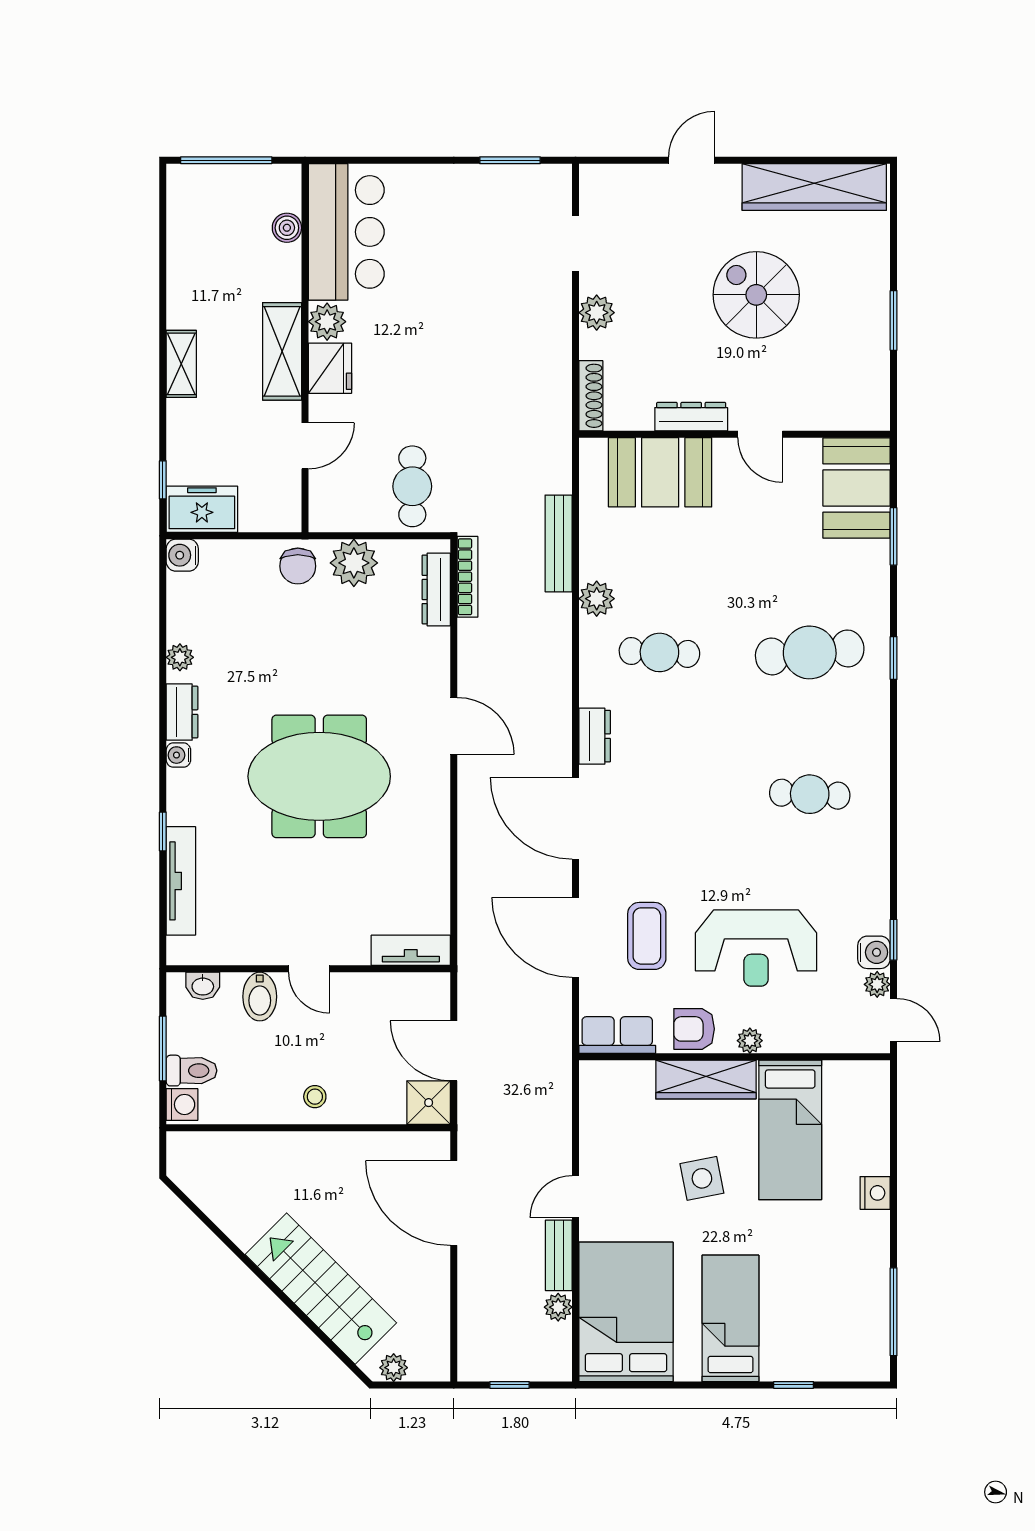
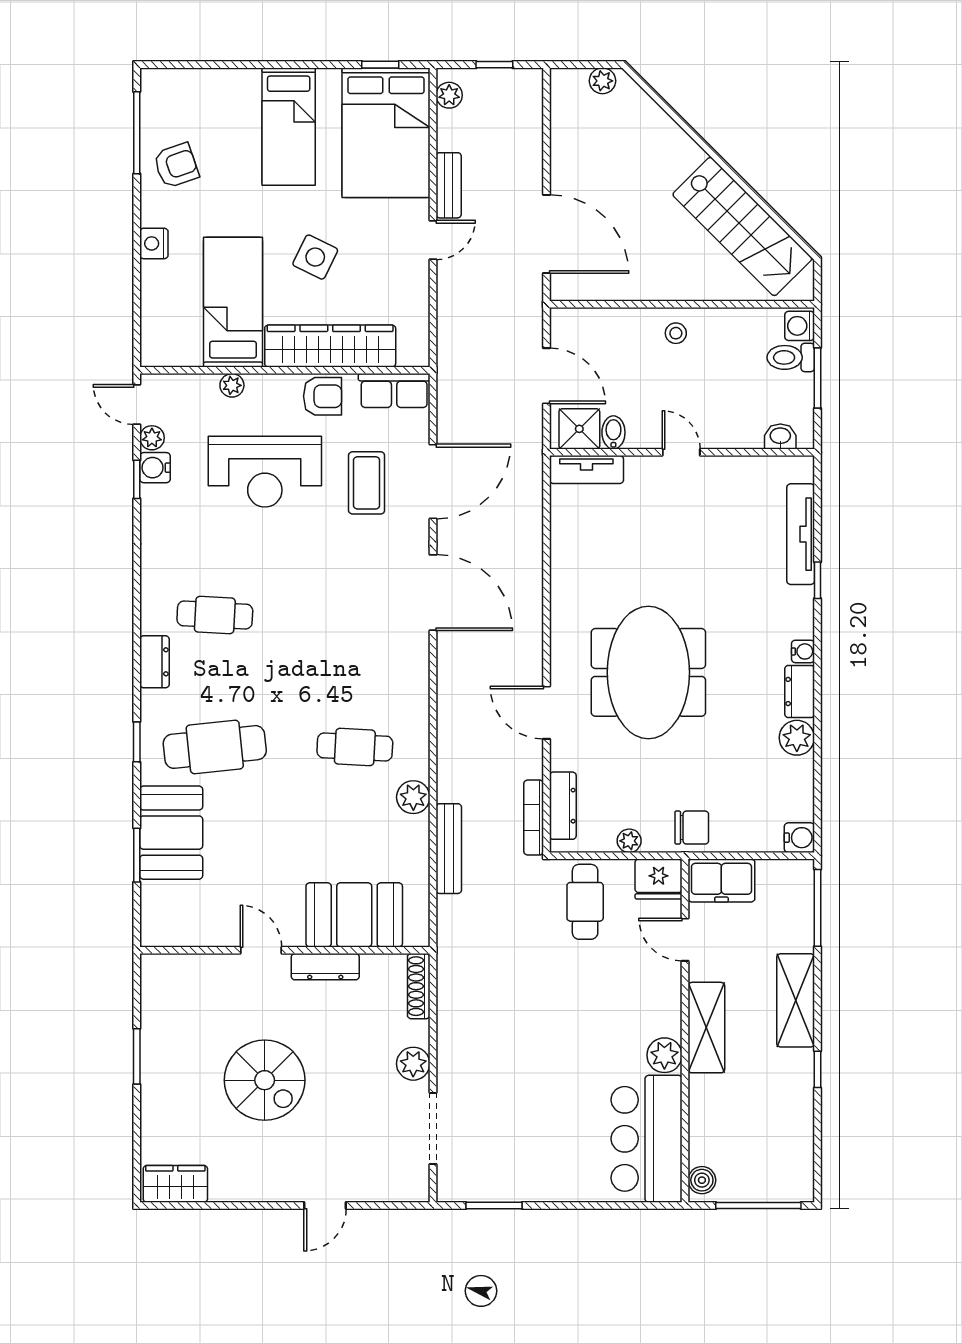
wardrobe: (814, 187) -> (175, 1184), width x0.48, depth x0.85
boiler: (287, 228) -> (702, 1180), moved
doorway: (576, 243) -> (433, 1128), width x1.38
window: (163, 306) -> (817, 1069), added
shelving: (181, 364) -> (796, 1000), width x1.50, depth x1.33
fridge: (330, 368) -> (659, 879), moved, turned -90
door: (305, 446) -> (685, 940), hinge flipped
window: (163, 480) -> (817, 908), width x2.17
booth: (857, 488) -> (171, 833), moved
freezer: (202, 509) -> (721, 880), moved
plant: (354, 563) -> (629, 841), width x0.53, depth x0.53
chair: (298, 566) -> (692, 828), turned 90
plant: (180, 657) -> (797, 738), width x1.38, depth x1.38
door: (454, 726) -> (546, 713), moved
dresser: (595, 736) -> (155, 662), moved, turned 180
meeting table: (319, 776) -> (648, 672), moved, turned 90
door: (576, 937) -> (433, 482), hinge flipped
reception desk: (756, 948) -> (265, 472), turned 180
bidet: (260, 997) -> (613, 432), moved, width x0.72, depth x0.74
plant: (750, 1041) -> (232, 385), moved
wardrobe: (706, 1080) -> (330, 346), width x1.40, depth x1.17
shower: (429, 1103) -> (579, 429), moved
side table: (702, 1178) -> (315, 257), turned 37
armchair: (851, 1277) -> (176, 165), added
stairs: (321, 1289) -> (742, 226), moved
plant: (558, 1307) -> (449, 95), moved
window: (794, 1385) -> (380, 65), moved

